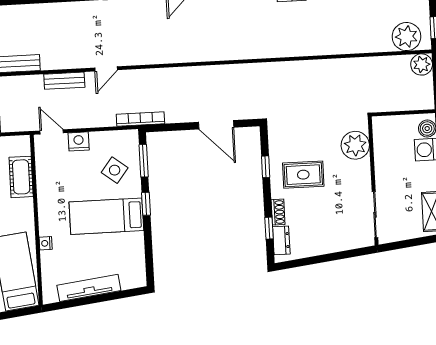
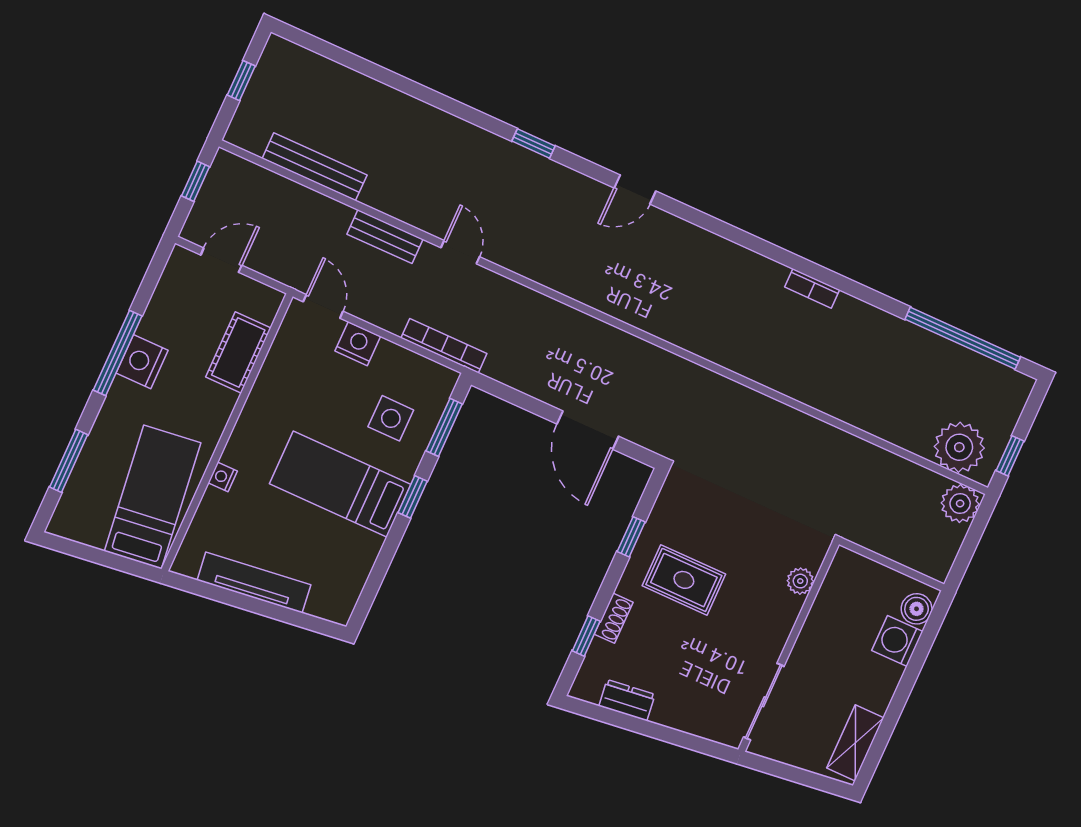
door: (106, 69) -> (460, 252), swing flipped
bookcase: (140, 119) -> (444, 346), moved
plant: (355, 145) -> (800, 581), width x0.53, depth x0.53
side table: (115, 170) -> (391, 418), turned -38
dresser: (281, 240) -> (627, 700), moved, turned -97

